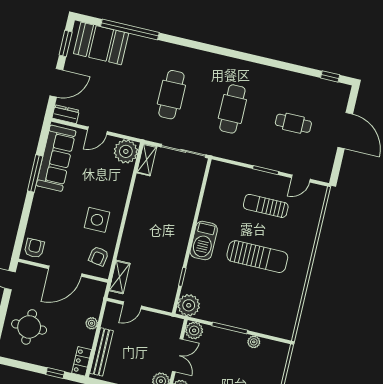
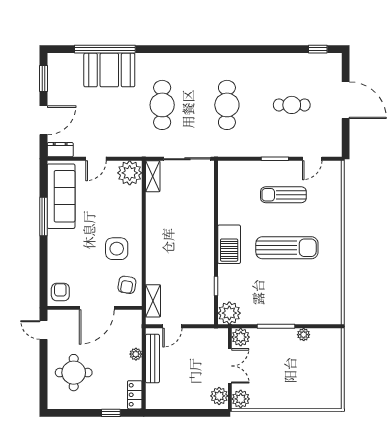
booth: (101, 43) -> (109, 70), moved
bench: (101, 352) -> (152, 359), moved

